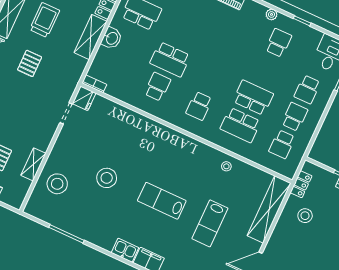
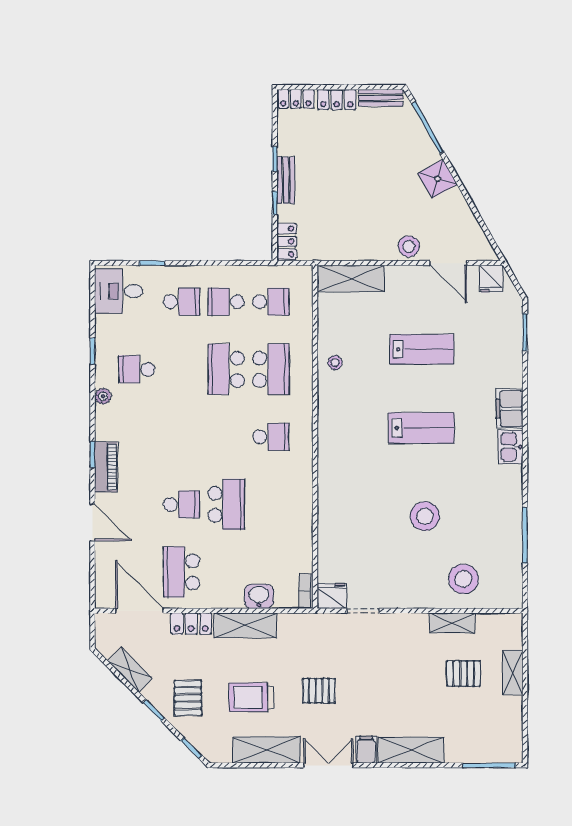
washbasin: (112, 38) -> (259, 596), moved
school desk: (158, 87) -> (181, 504), moved, turned 180
locker: (301, 184) -> (287, 241), moved, turned 90
lab bench: (162, 201) -> (421, 428), turned -90
shelving: (269, 209) -> (351, 279), width x0.68
stool: (305, 216) -> (409, 246), moved

